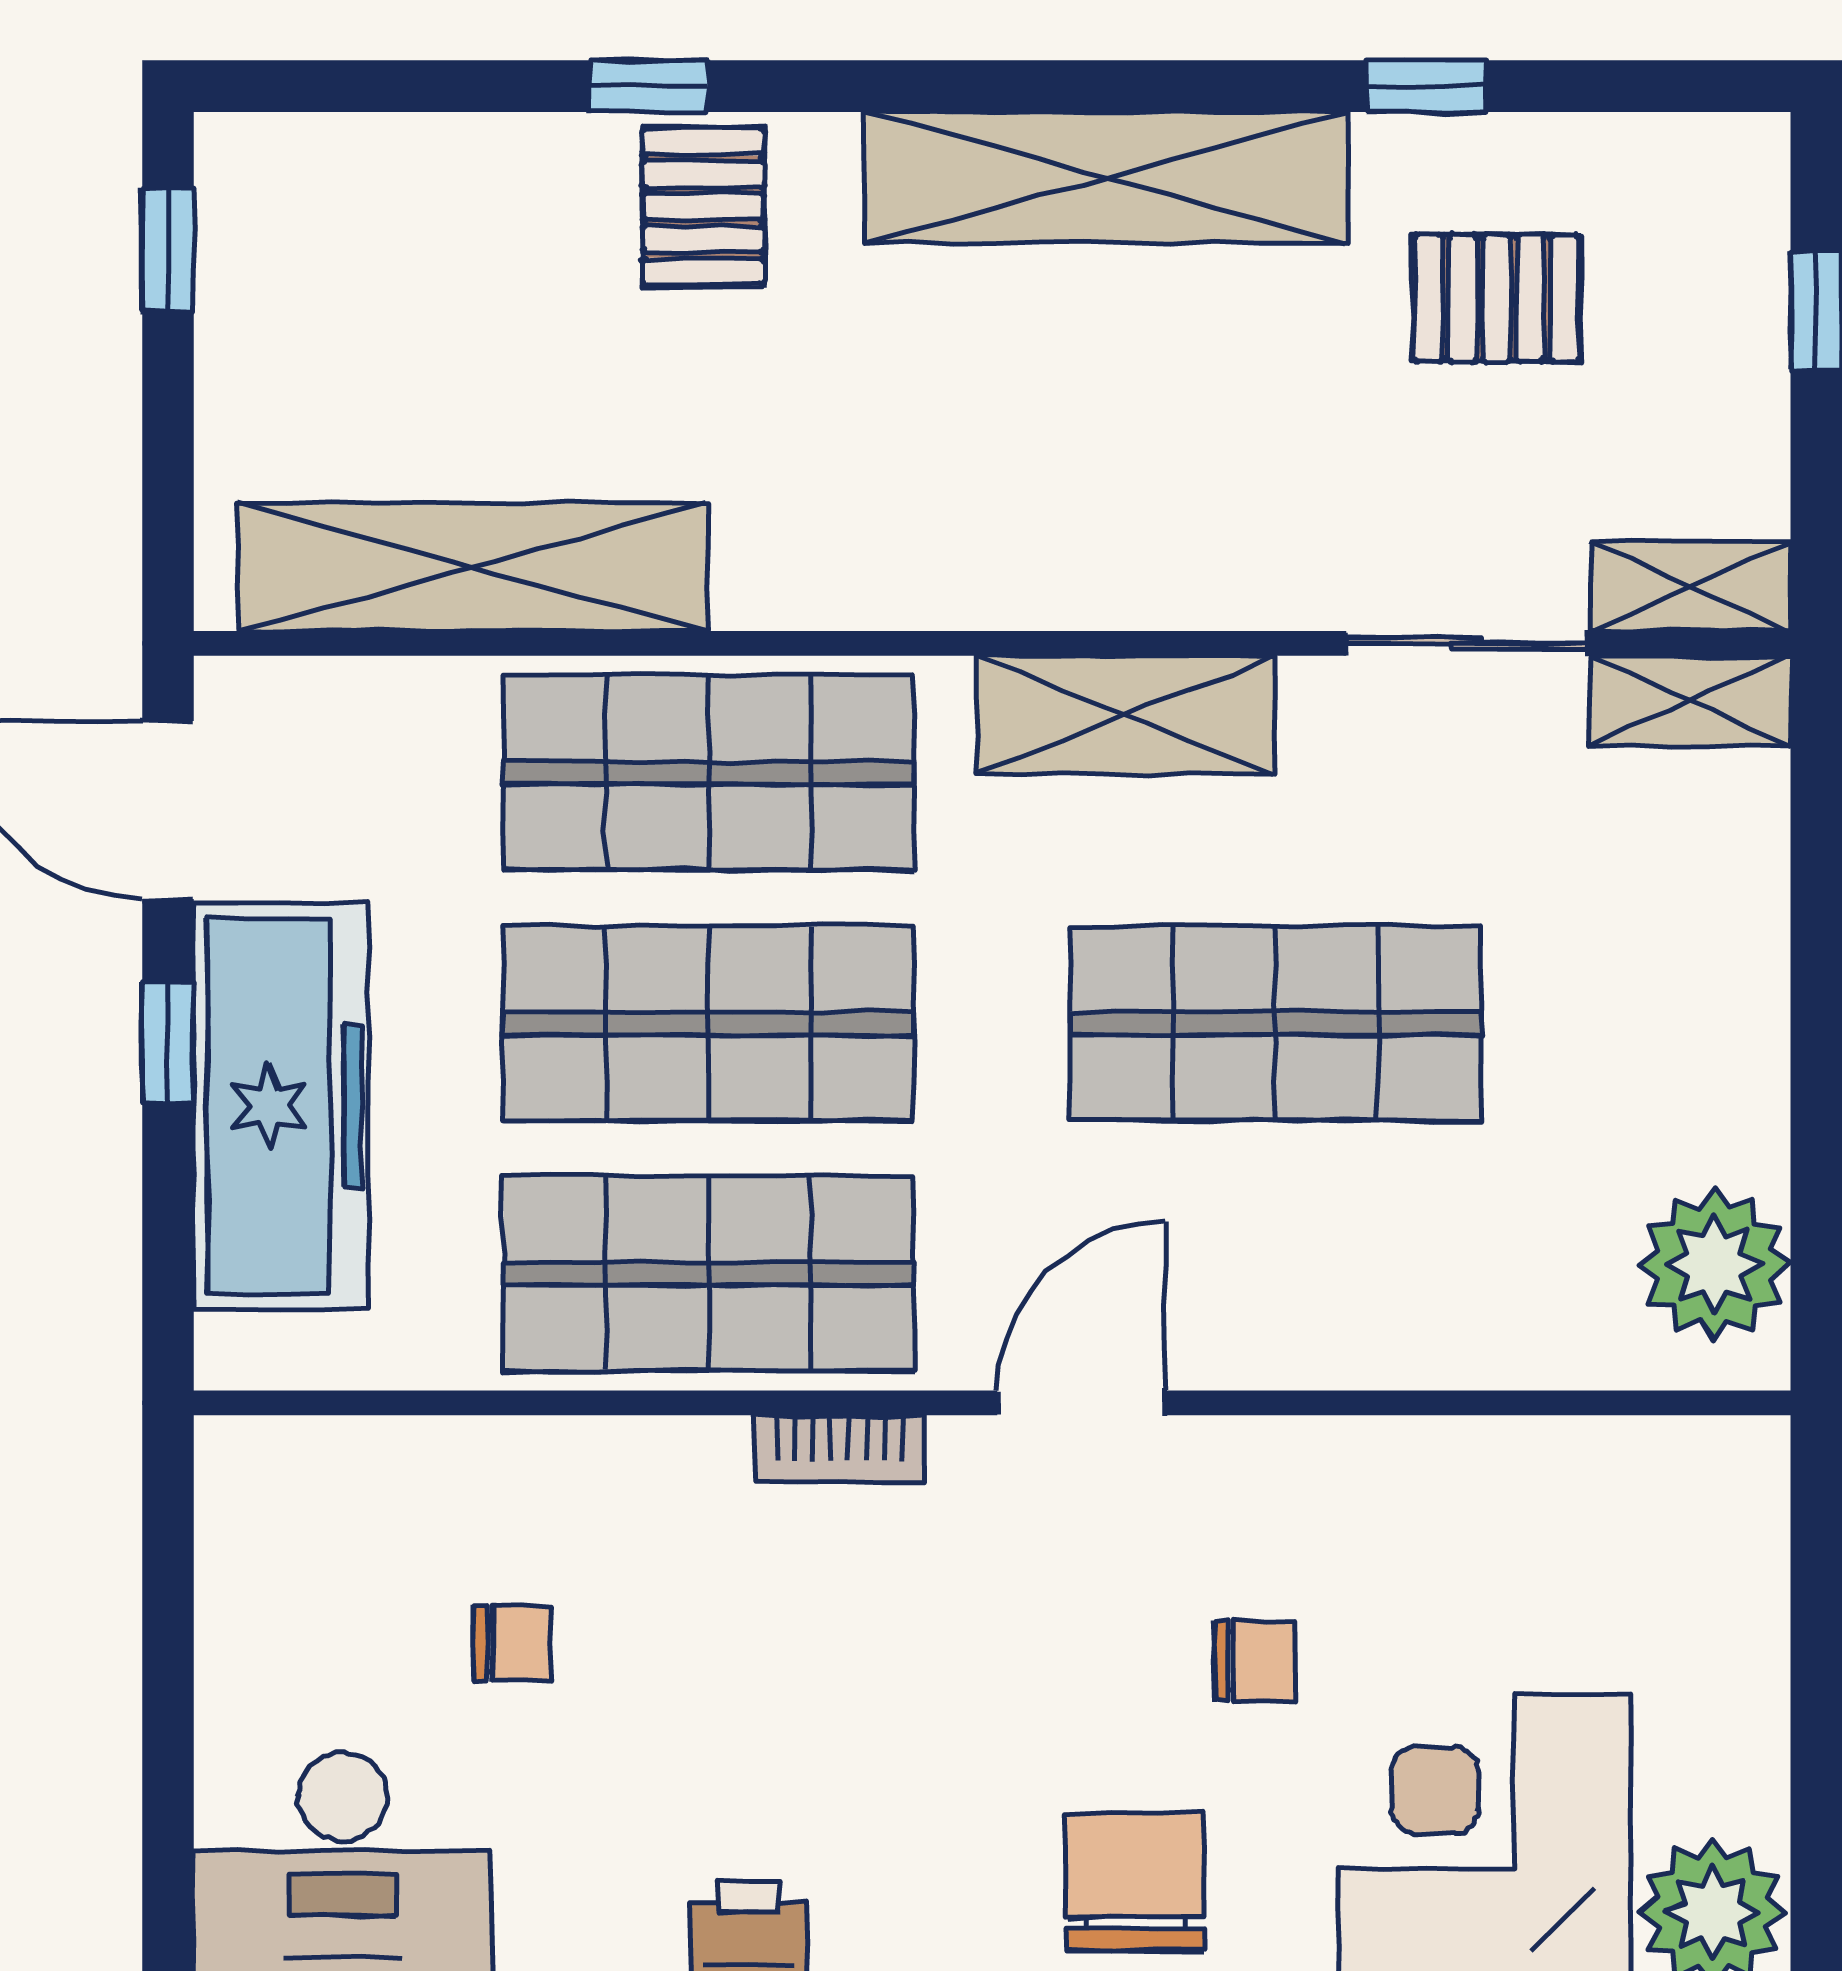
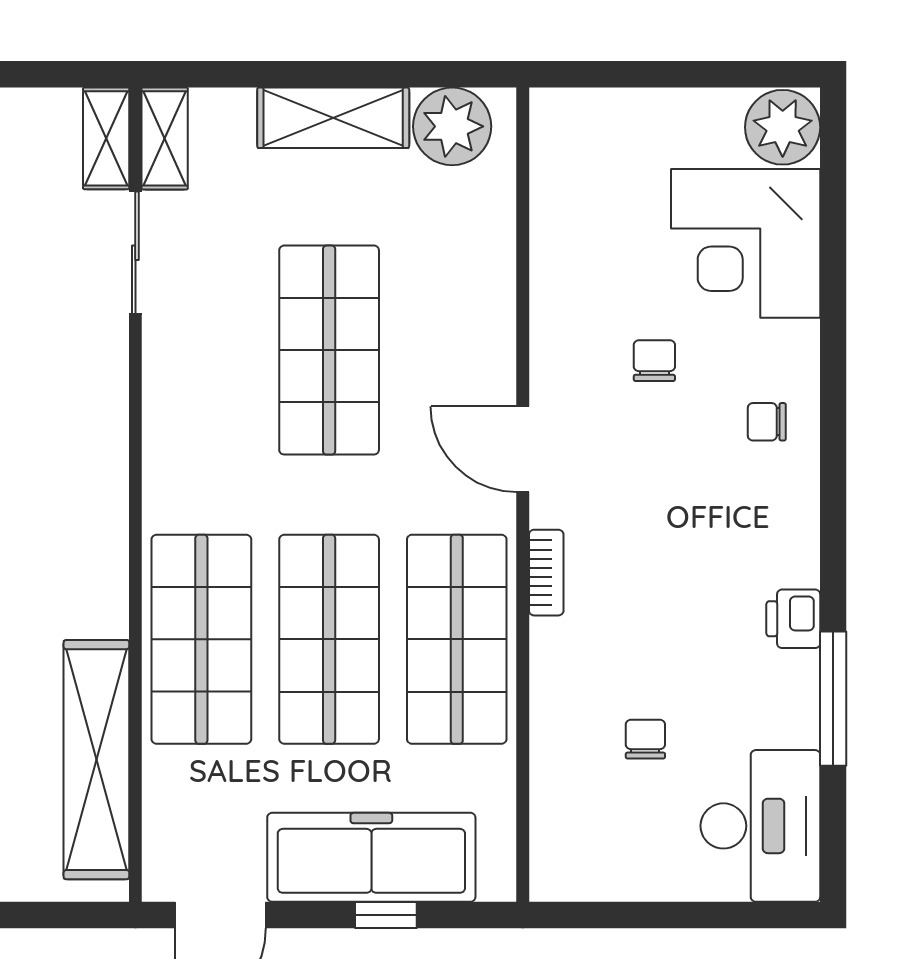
shelving: (1126, 715) -> (333, 118), moved, turned 90
window: (168, 1043) -> (386, 915), moved
chair: (1135, 1881) -> (767, 422), width x0.54, depth x0.54

